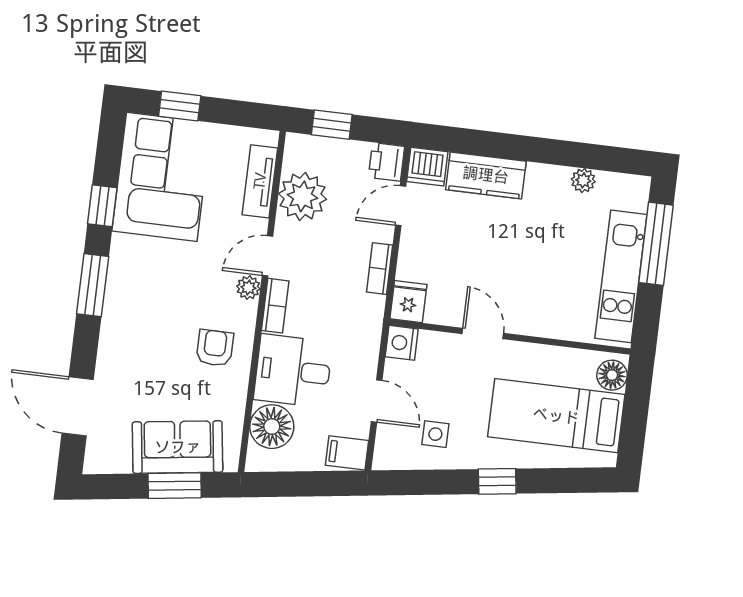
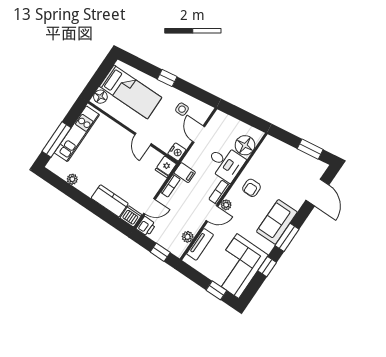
plant: (302, 196) -> (188, 237), width x0.53, depth x0.53
sofa: (178, 447) -> (277, 222), moved, turned 98
filing cabinet: (347, 453) -> (185, 173), moved
window: (175, 486) -> (310, 149), moved

